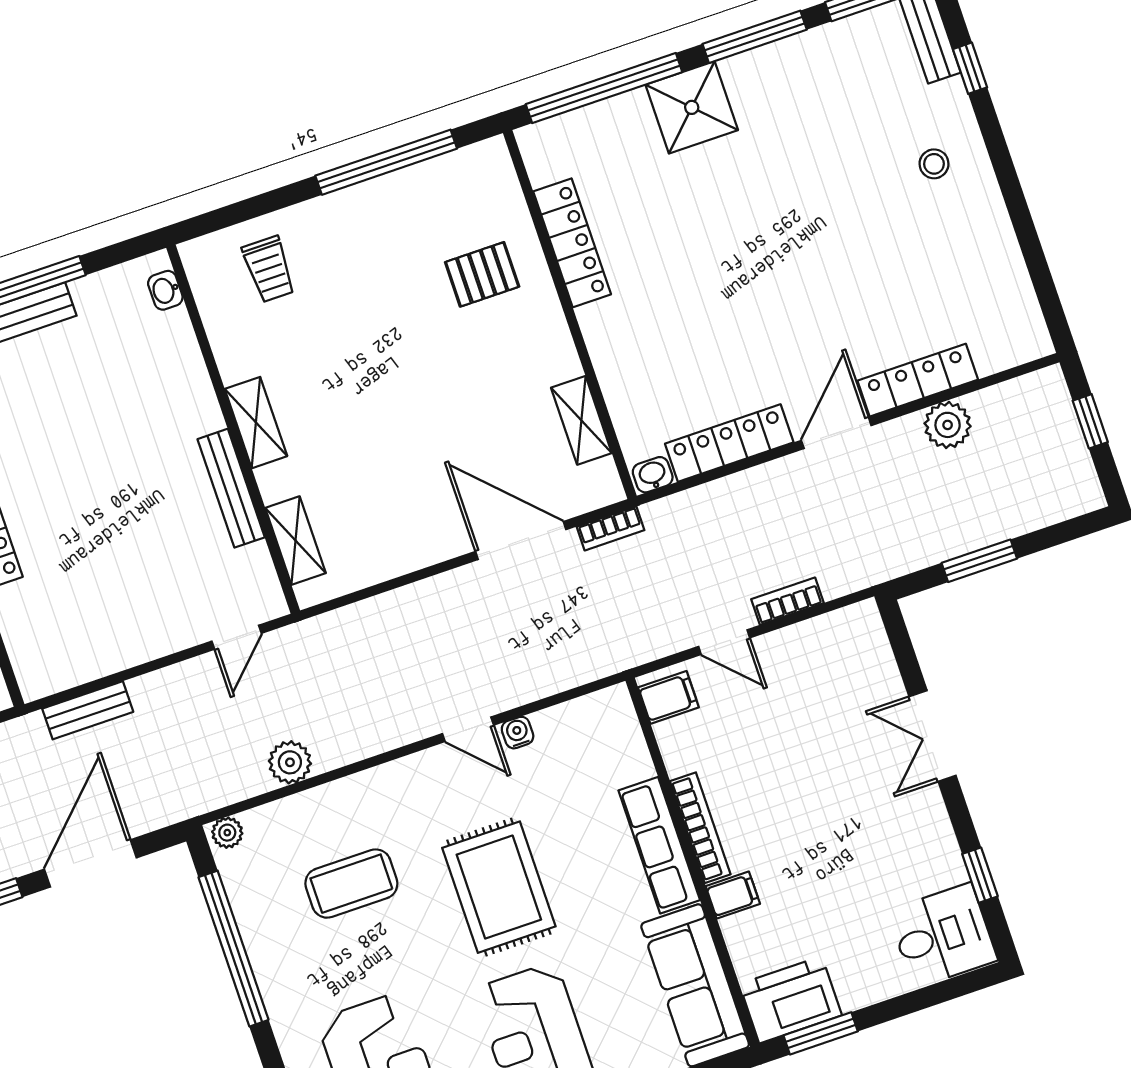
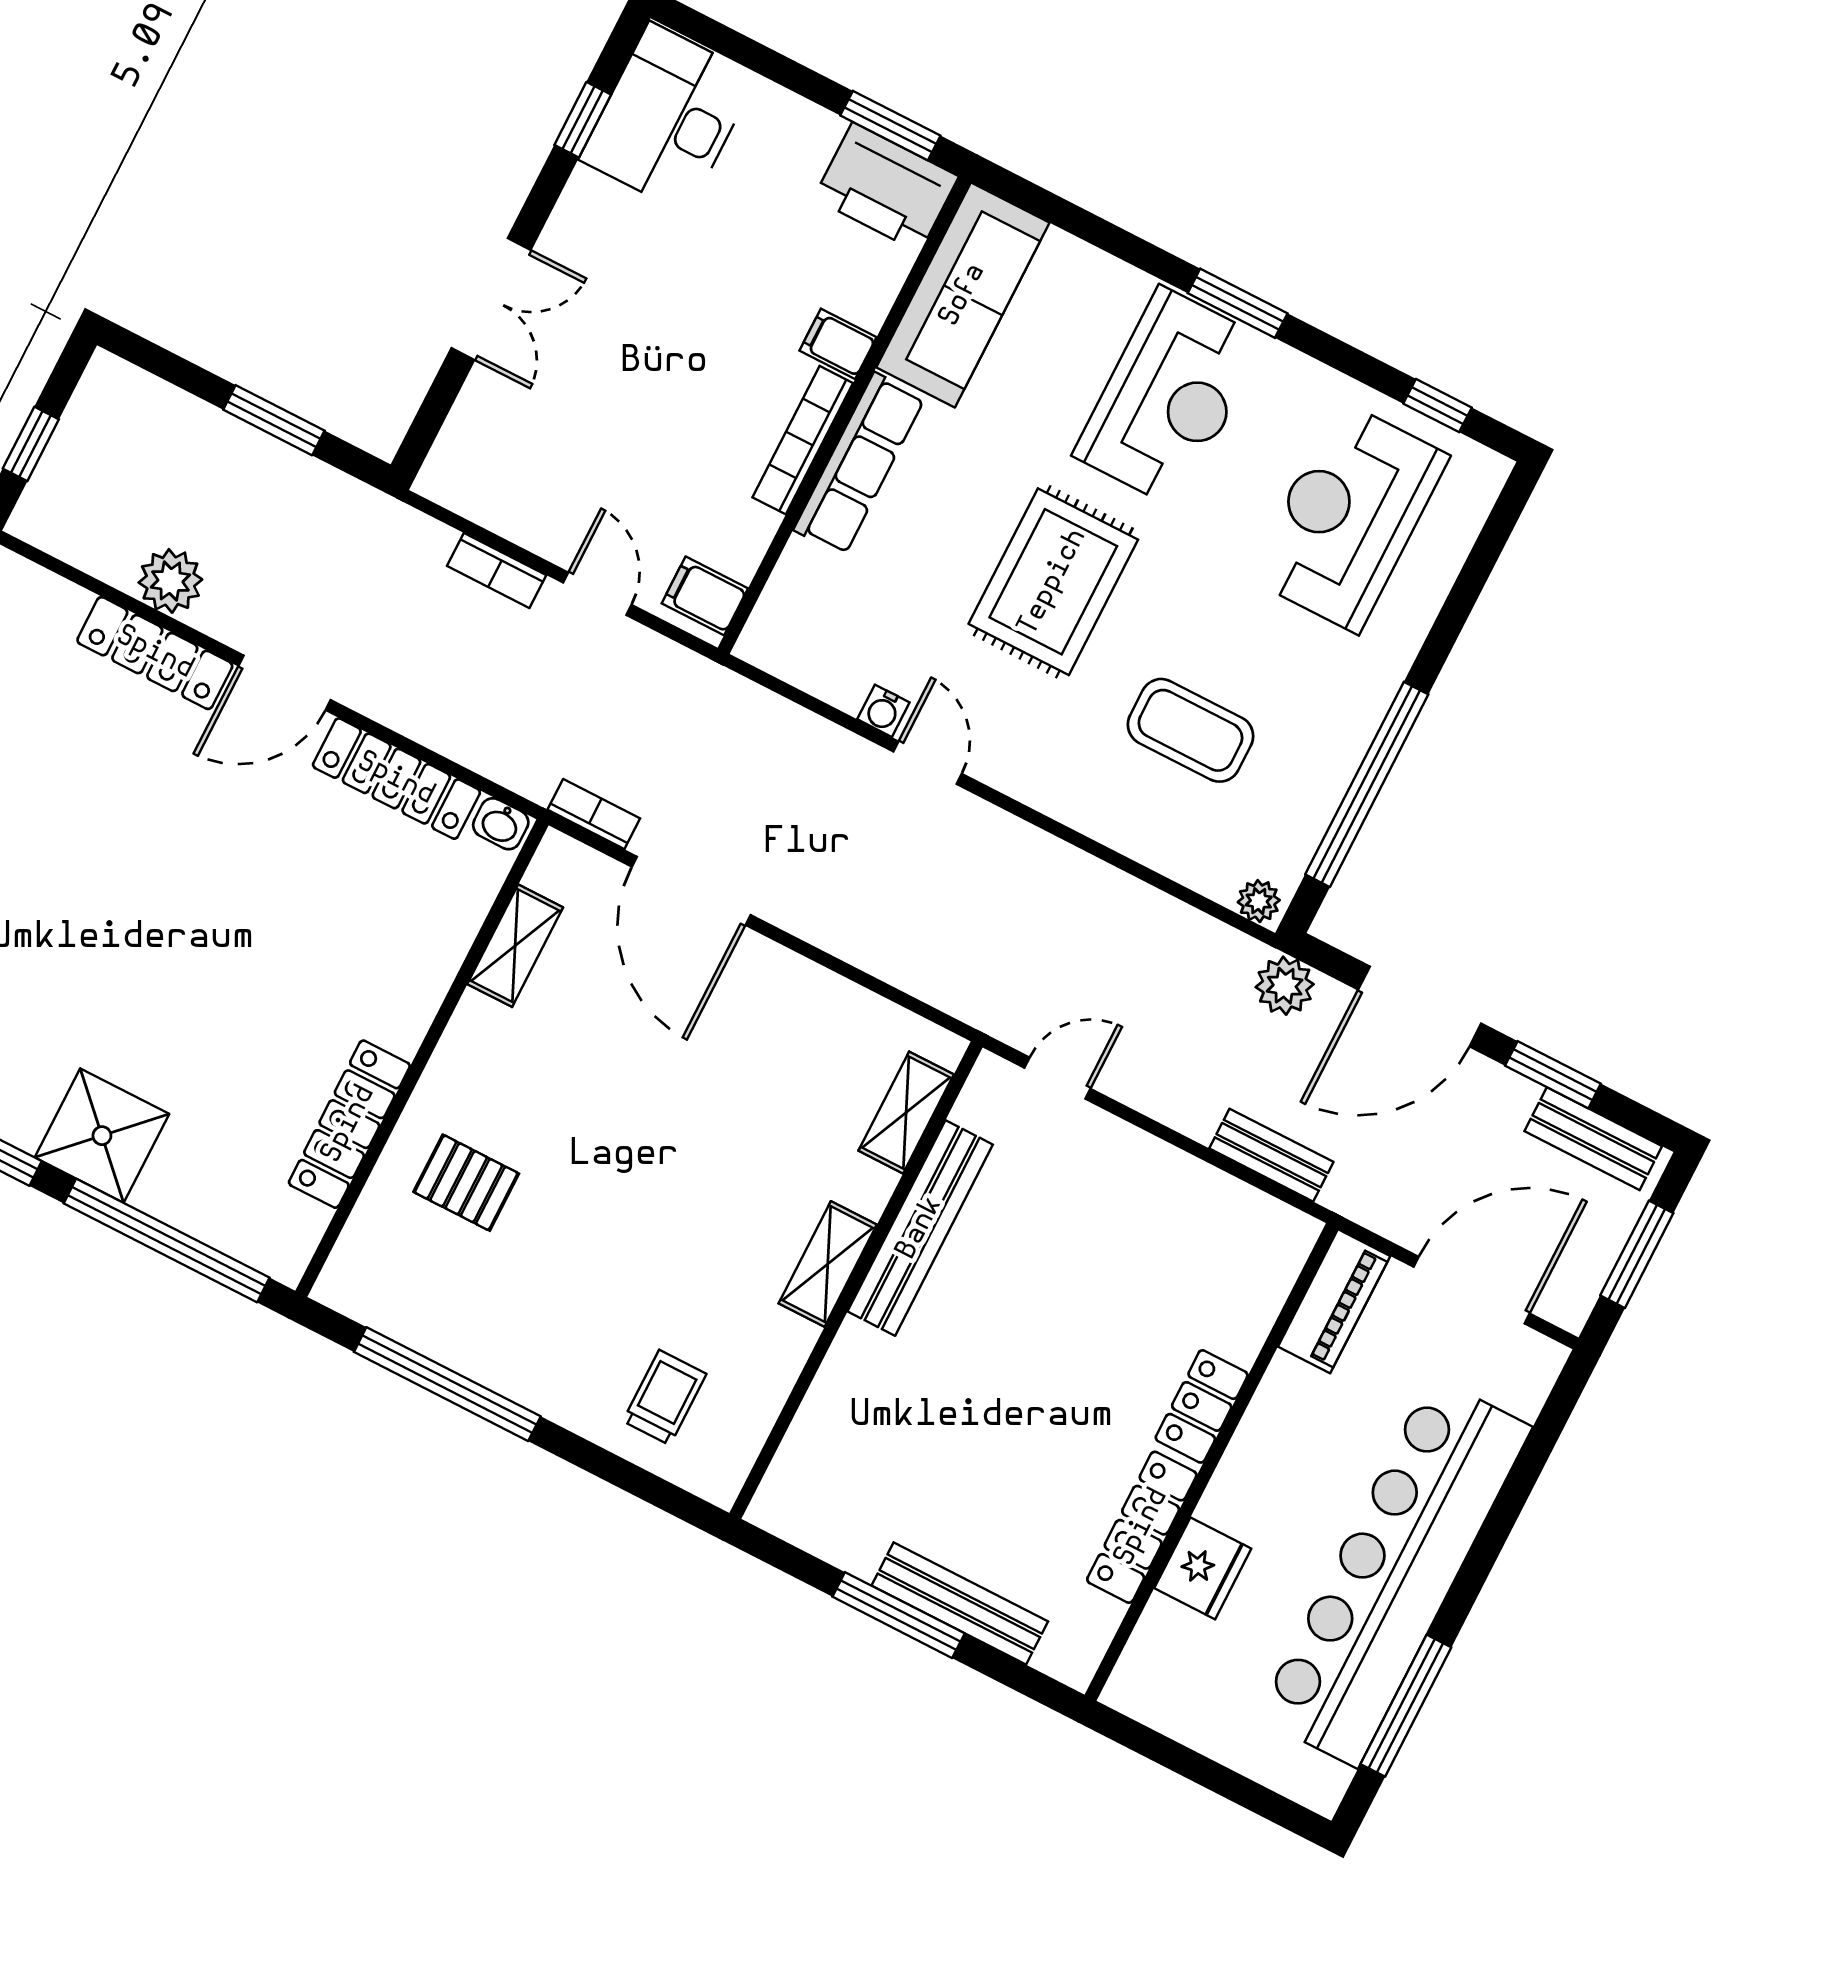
washbasin: (165, 290) -> (784, 1479), removed
bench: (231, 488) -> (920, 1228), width x1.37, depth x1.21
plant: (290, 762) -> (1285, 986), moved
desk: (942, 935) -> (668, 118), width x1.37

